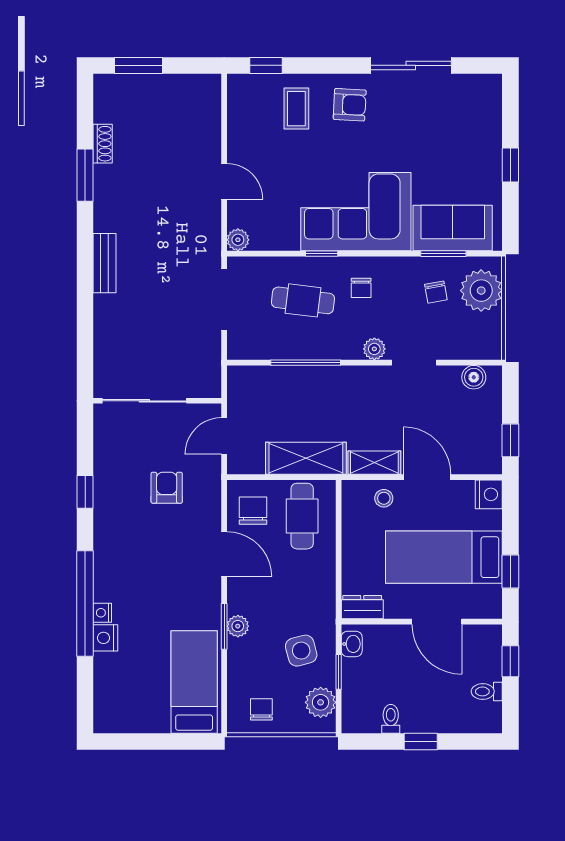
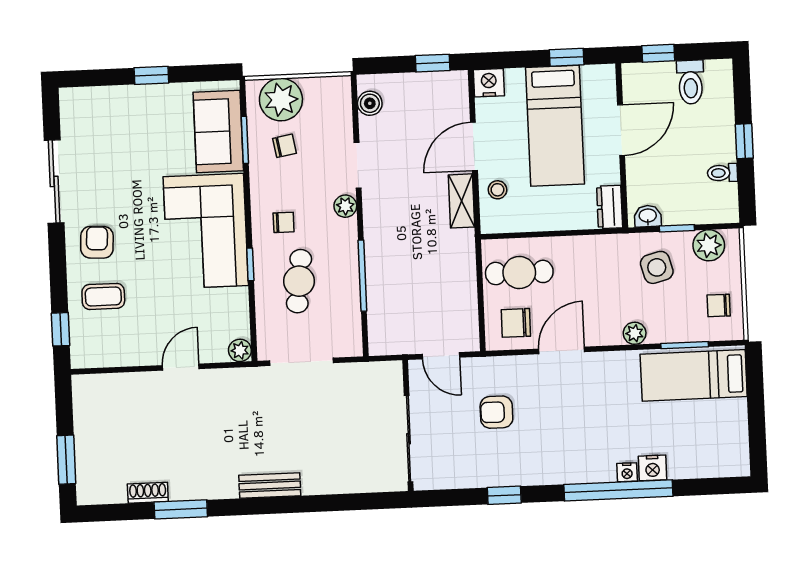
shelving: (306, 458) -> (460, 271), removed
window: (224, 626) -> (685, 345), moved
toilet: (487, 691) -> (691, 82), width x1.37, depth x1.39

